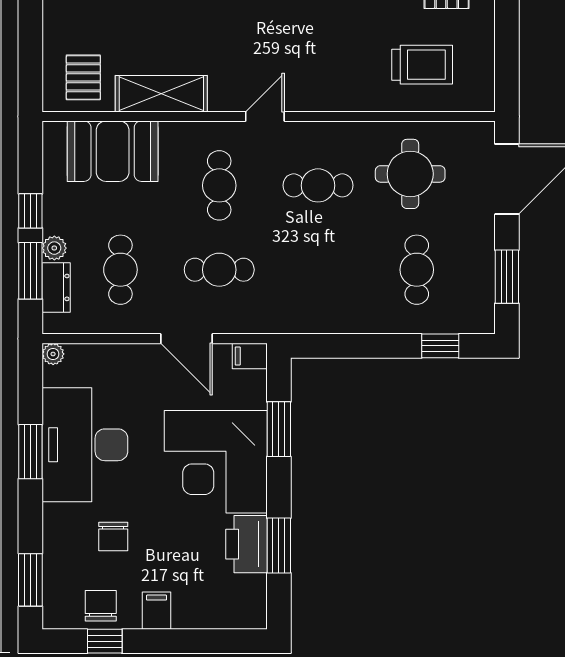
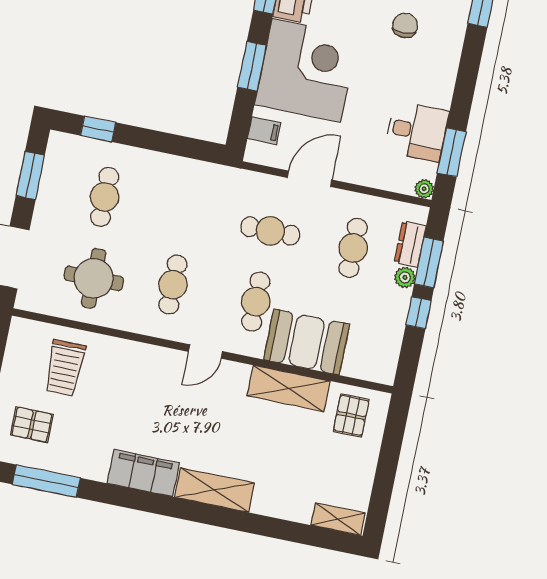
trolley: (422, 65) -> (65, 368), turned -90
booth: (113, 151) -> (307, 342), moved
cafe table: (318, 185) -> (173, 285), turned 90
door: (187, 339) -> (310, 179), hinge flipped
filing cabinet: (250, 356) -> (264, 131), moved
window: (279, 429) -> (252, 66), moved
desk: (85, 445) -> (417, 131), width x0.53, depth x0.77
window: (30, 452) -> (451, 152), moved

